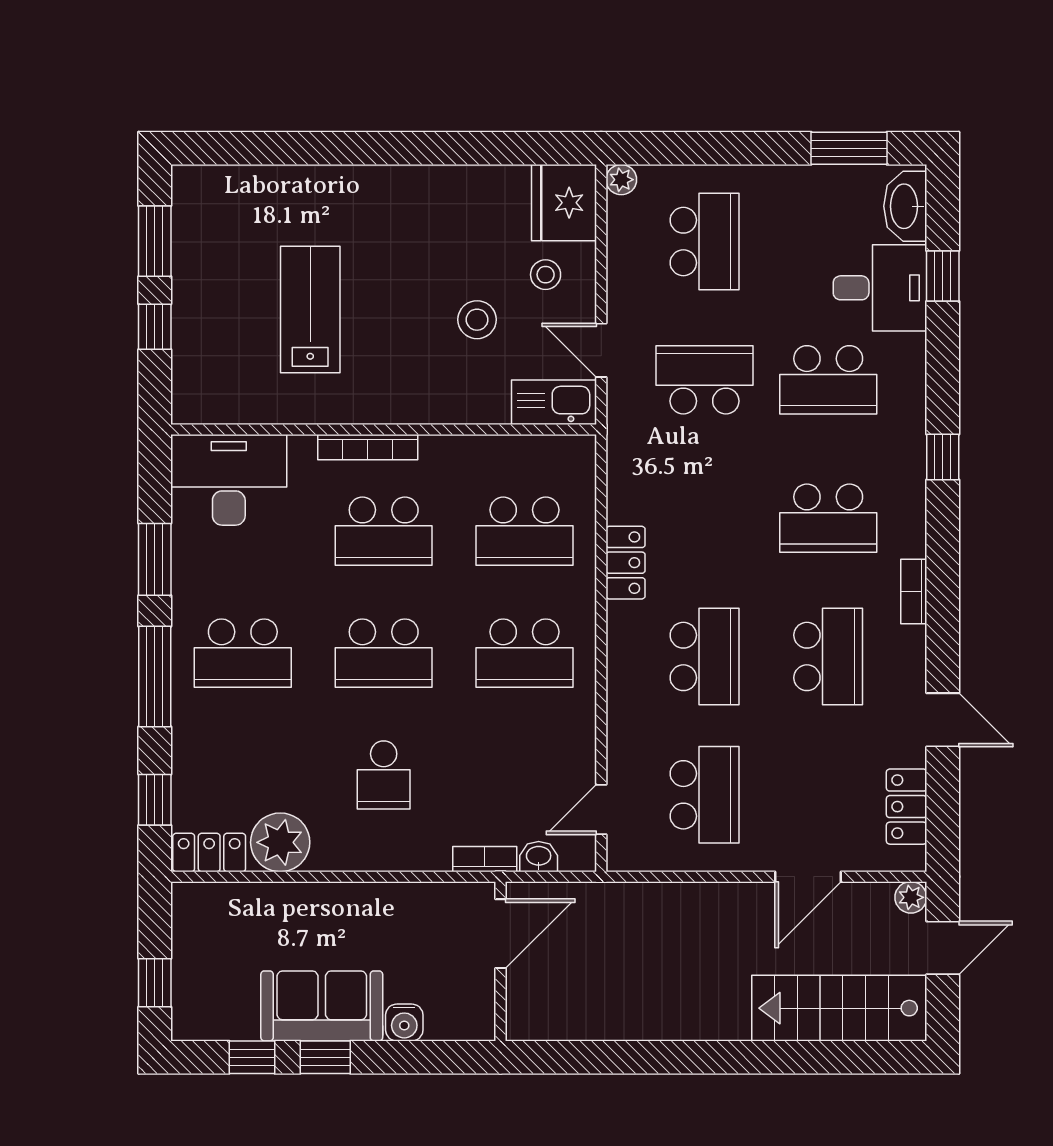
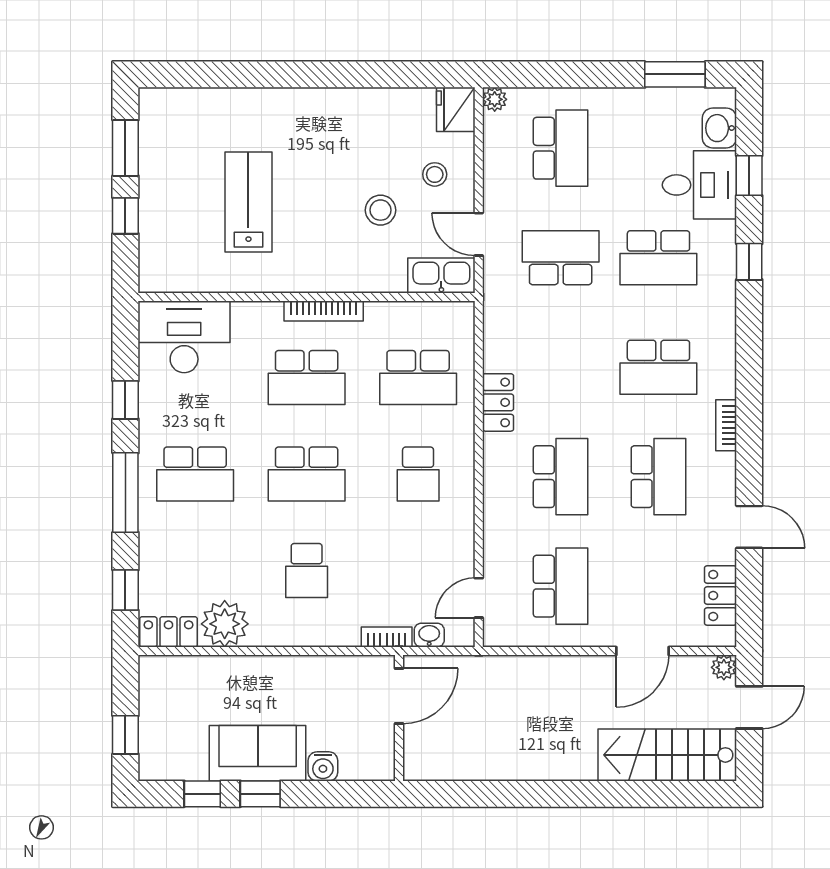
fridge: (564, 203) -> (456, 109), width x0.73, depth x0.75
washbasin: (905, 206) -> (719, 128), width x0.72
bookcase: (368, 447) -> (324, 311), moved
window: (943, 457) -> (749, 262), moved
window: (155, 559) -> (125, 400), width x0.67
school desk: (524, 653) -> (418, 474), width x0.54

